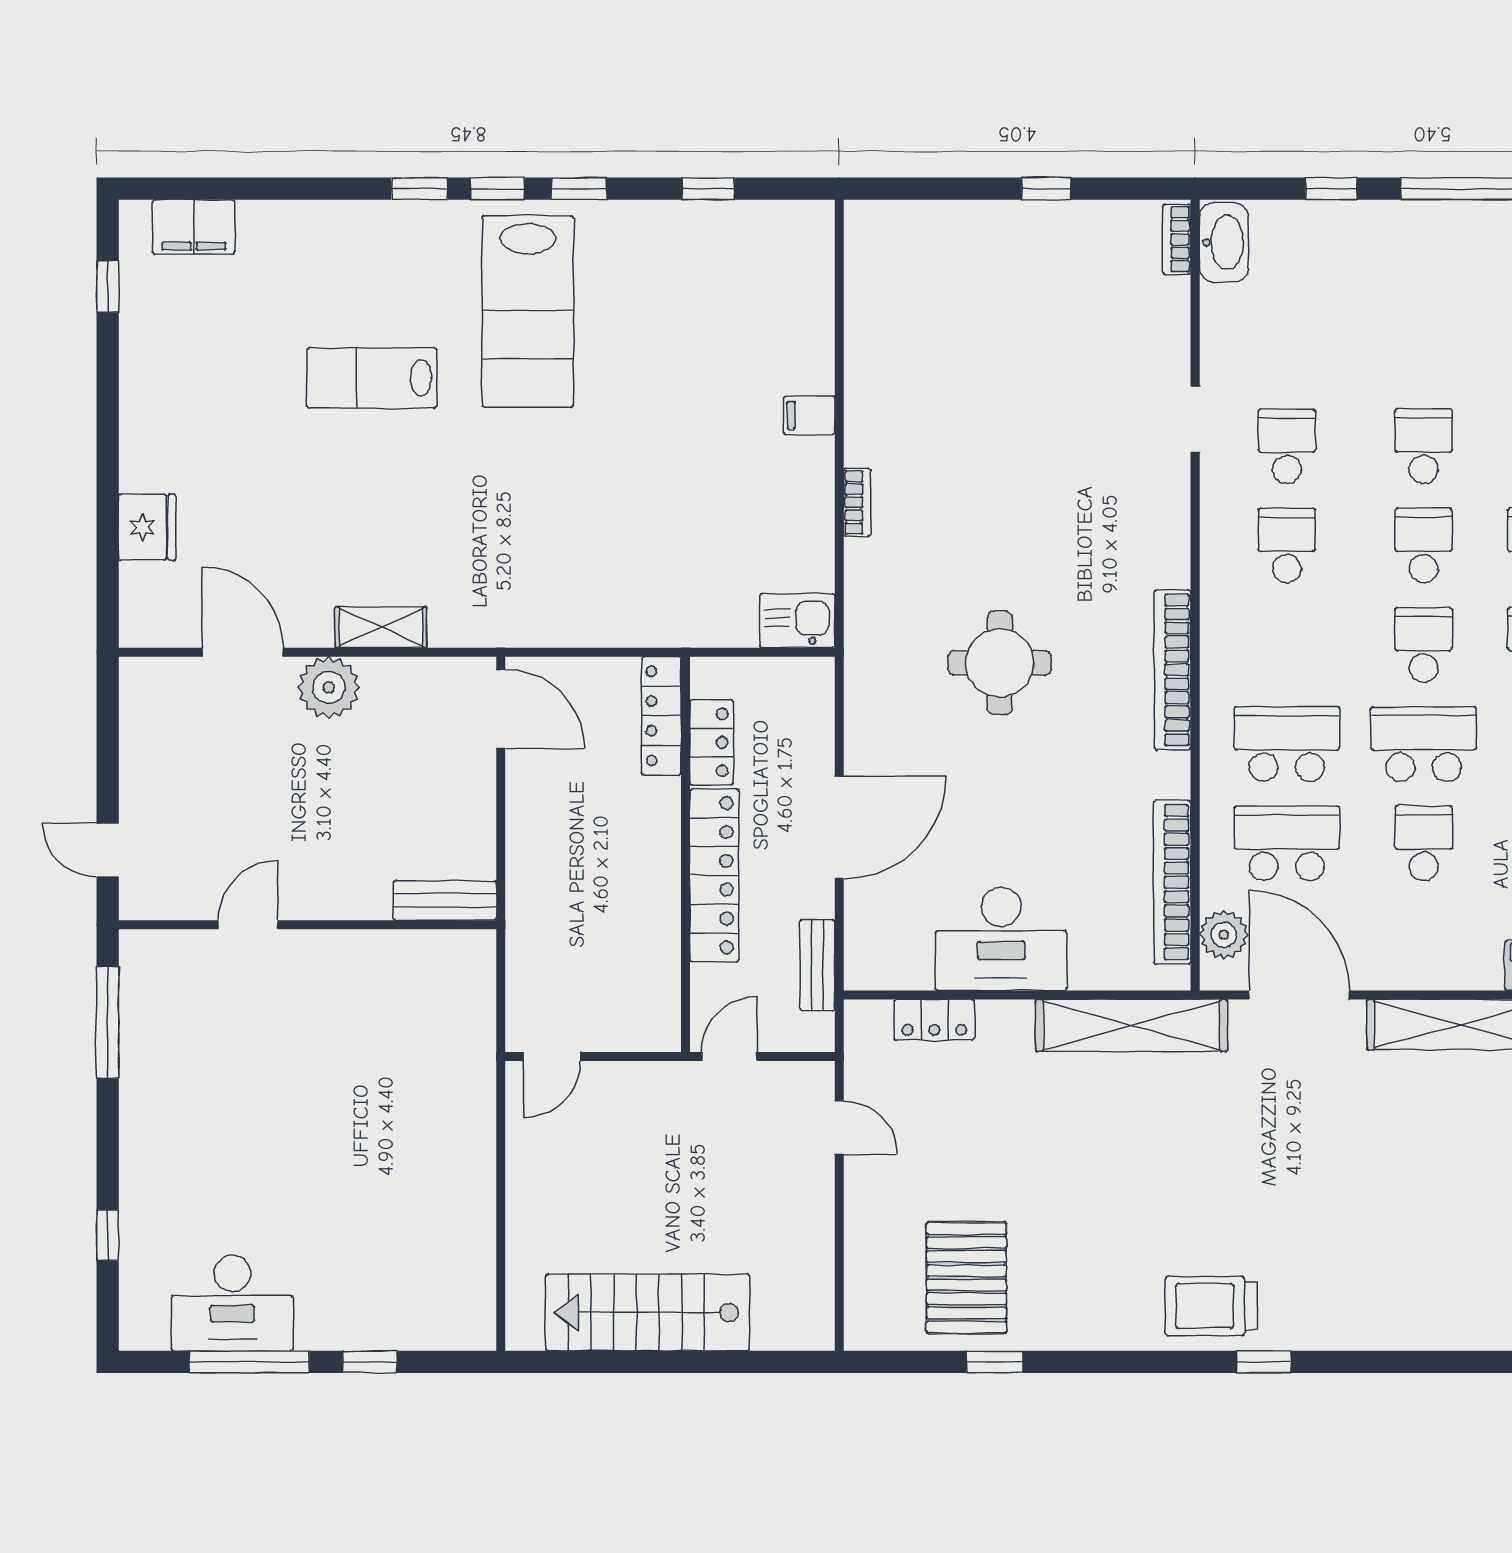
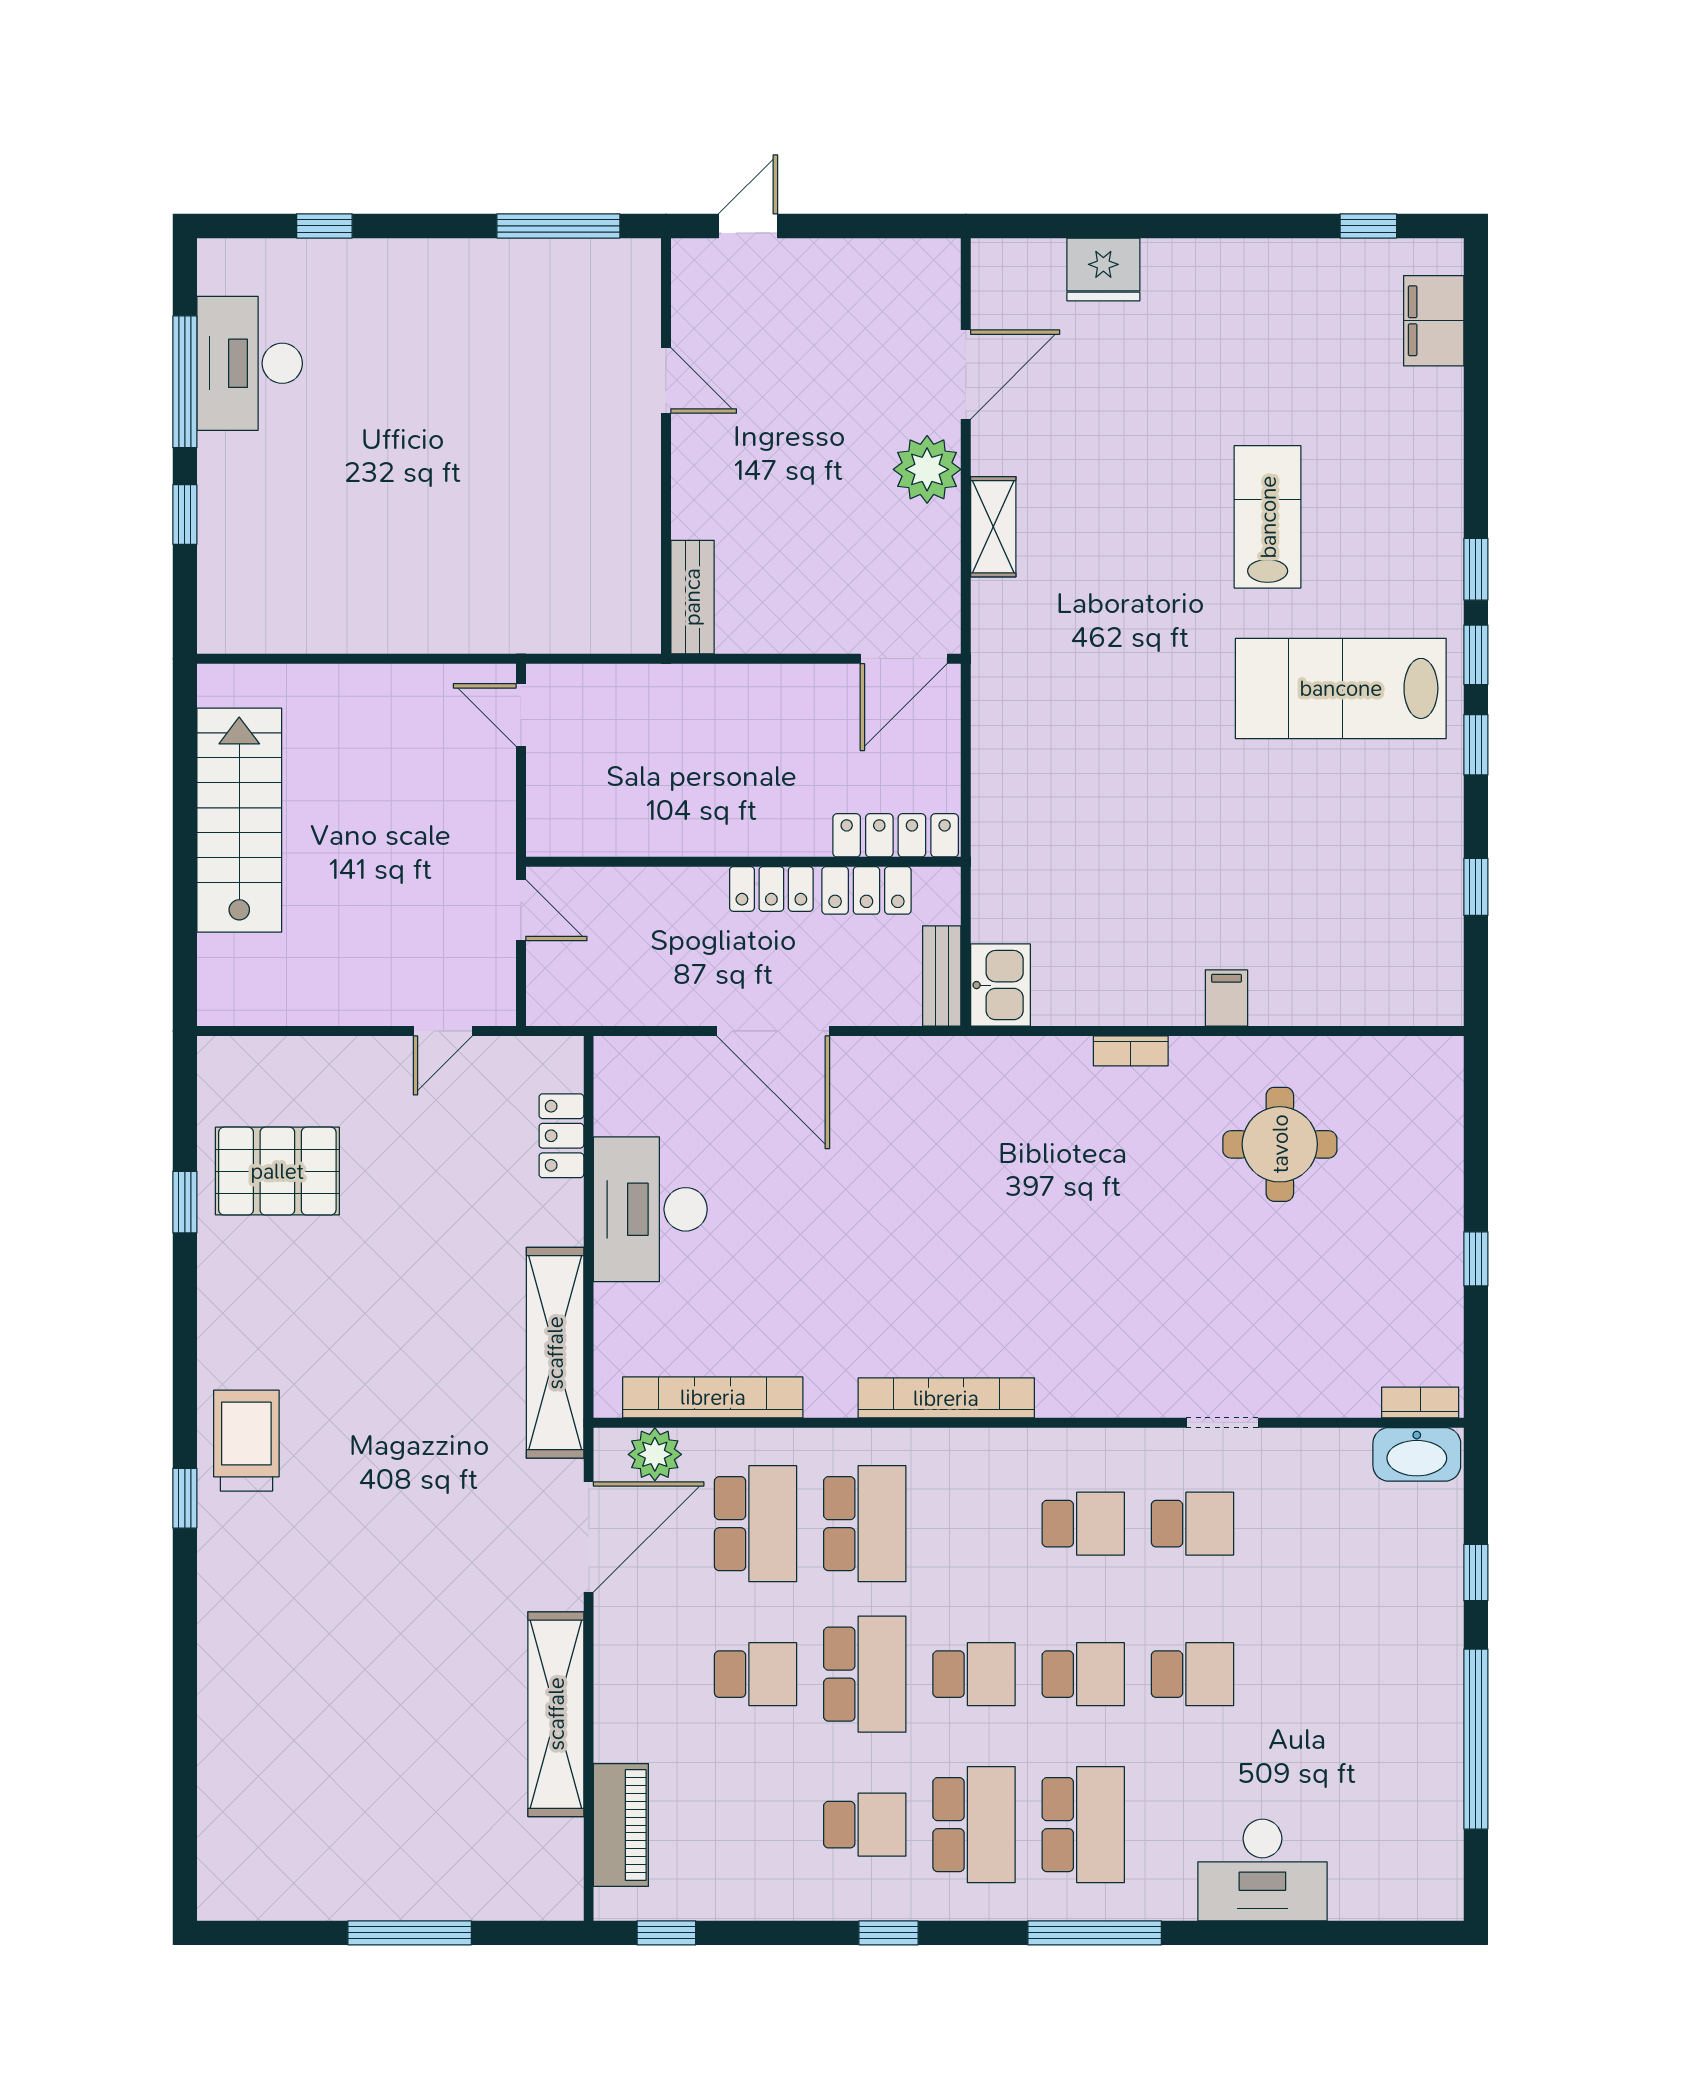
round table: (1000, 663) -> (1280, 1144), moved
locker: (714, 875) -> (771, 889), width x0.46, depth x0.83
bench: (817, 965) -> (942, 976), moved, turned 90

